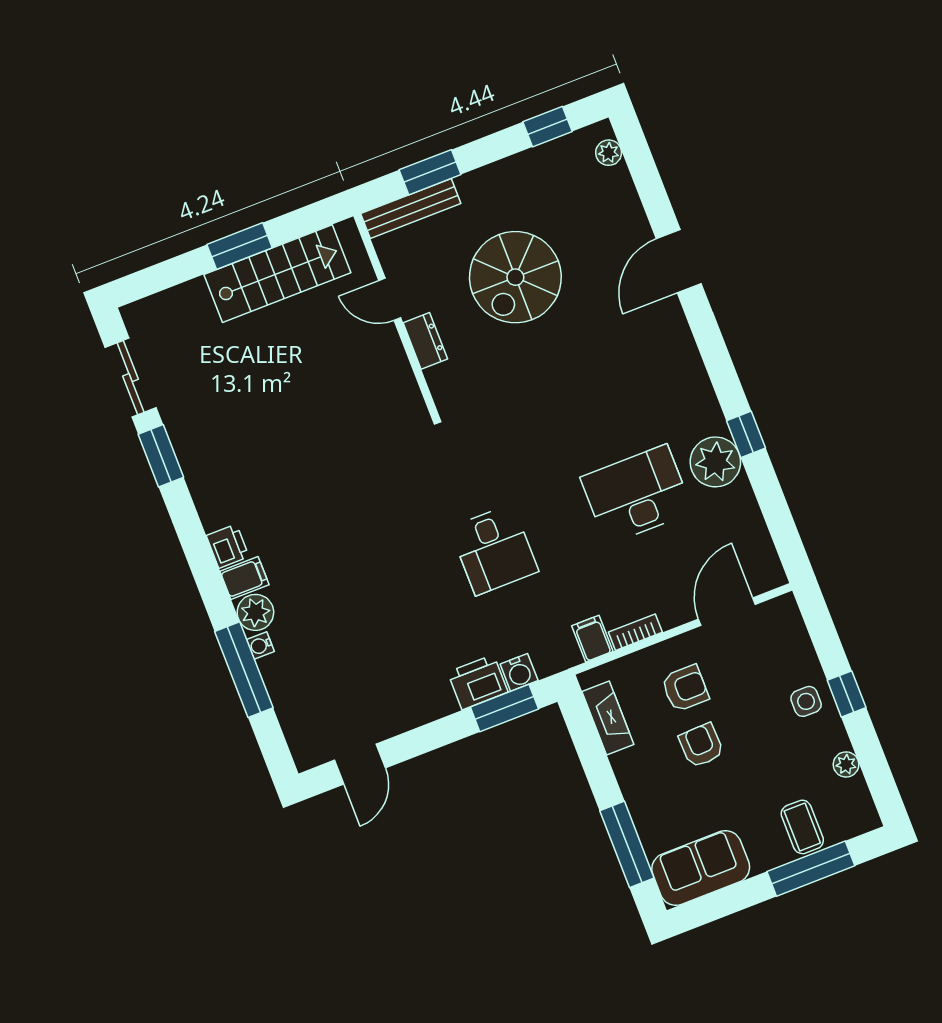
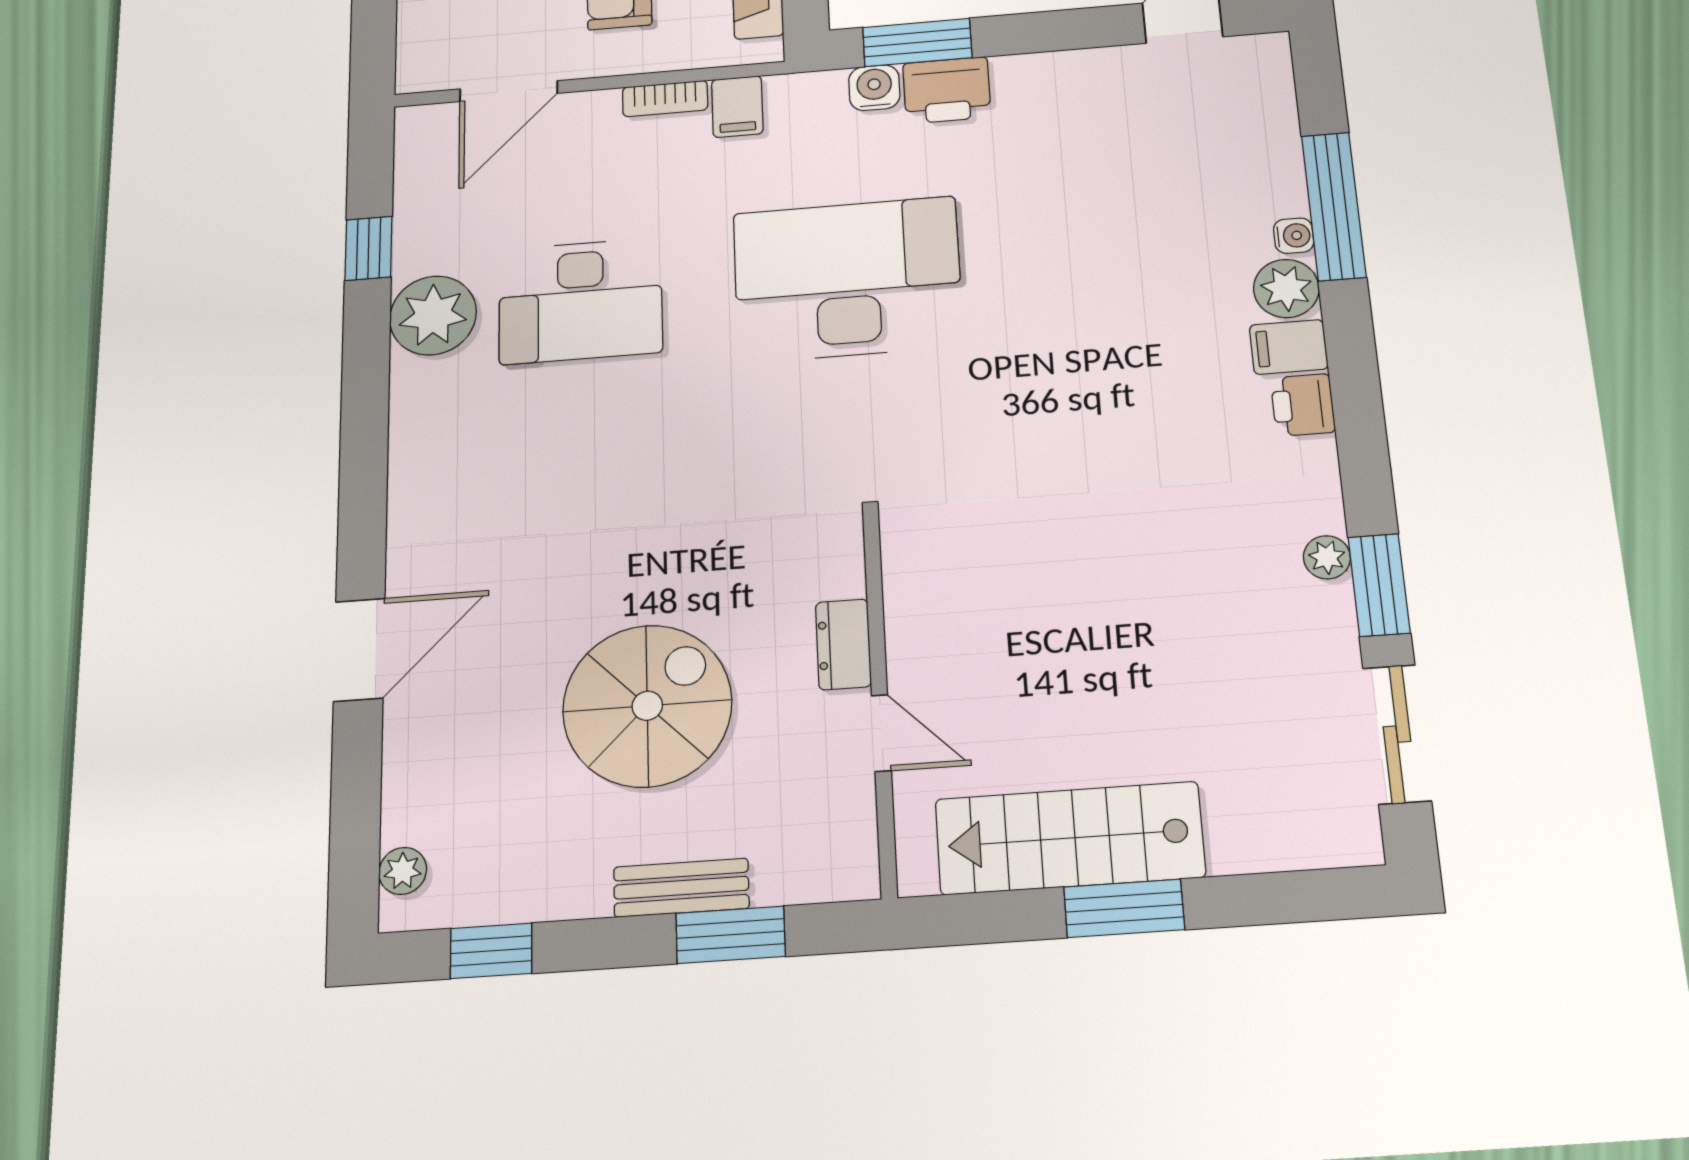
bench: (411, 209) -> (681, 888), moved, width x0.73
window: (746, 434) -> (369, 248), moved
plant: (191, 463) -> (1327, 557), added
desk: (494, 550) -> (847, 279), width x1.87, depth x1.30

